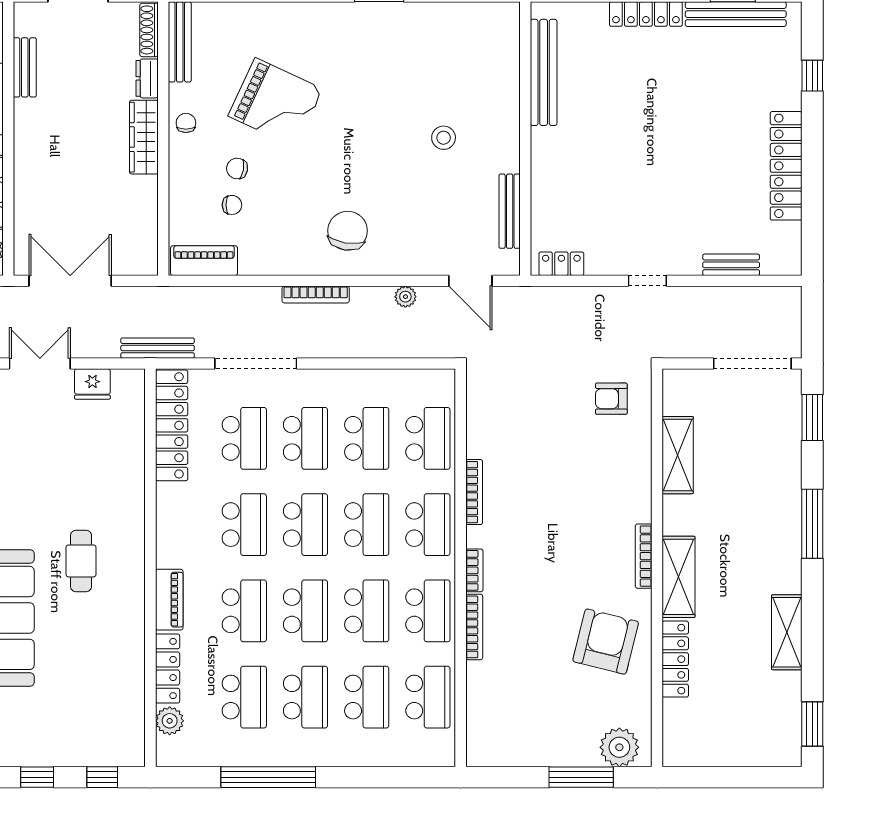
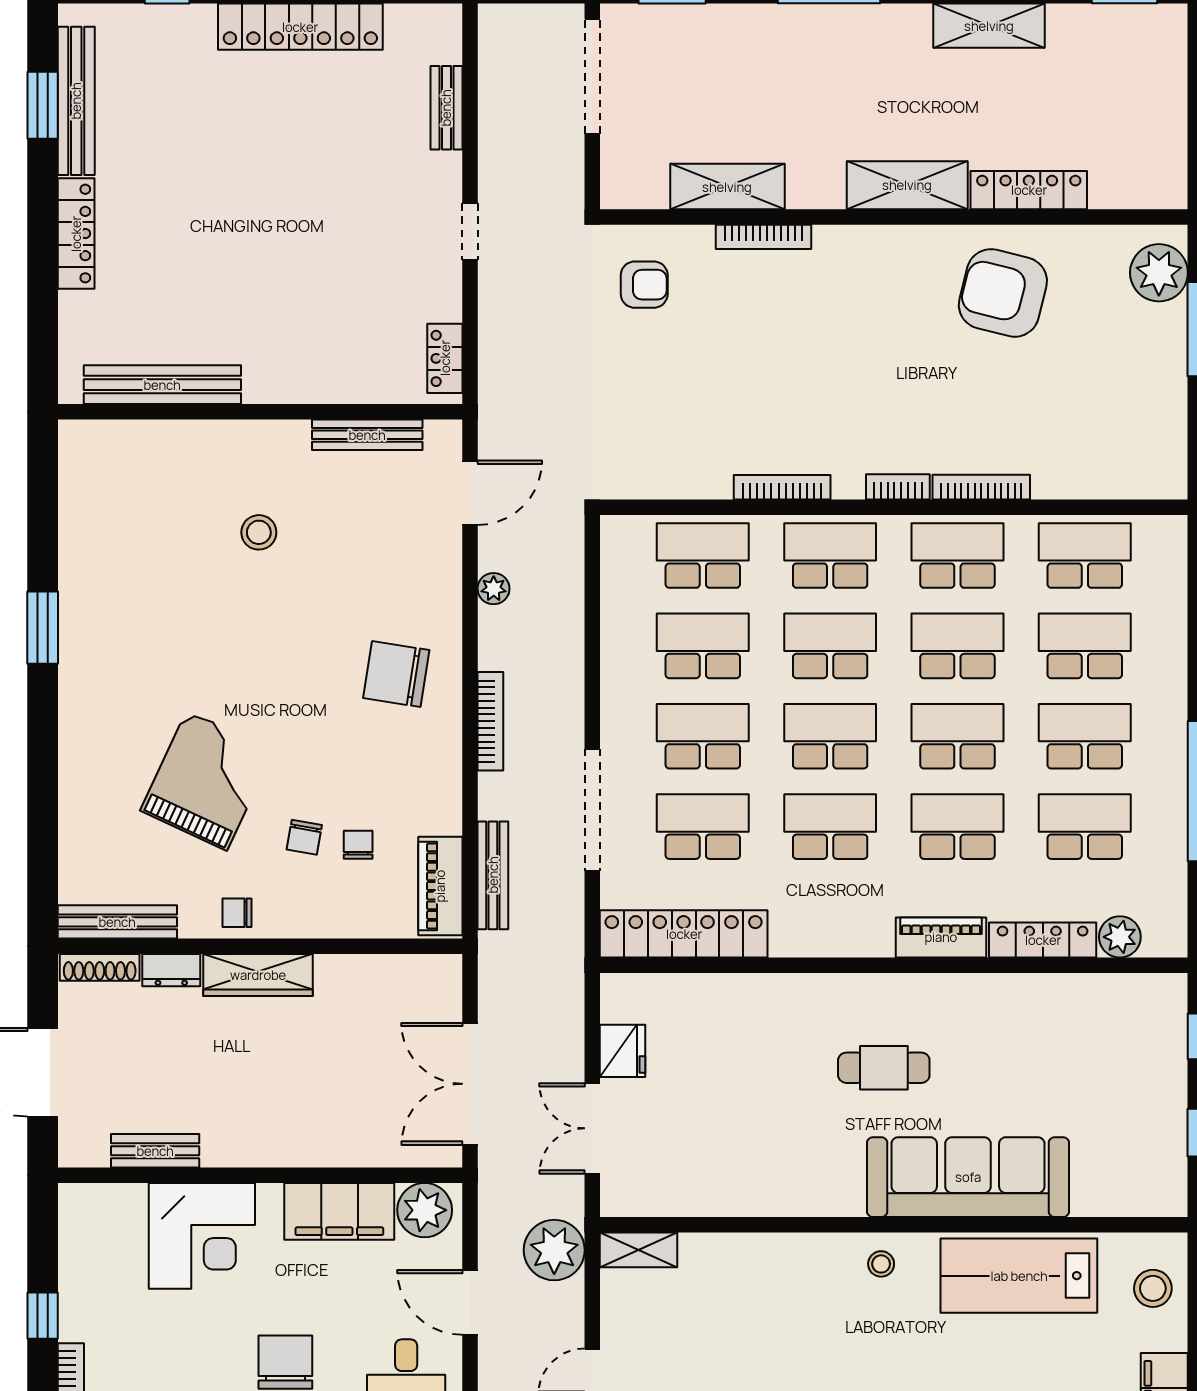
bench: (158, 348) -> (493, 875), moved
armchair: (611, 399) -> (644, 285), turned -90
bookcase: (644, 556) -> (763, 237), moved

